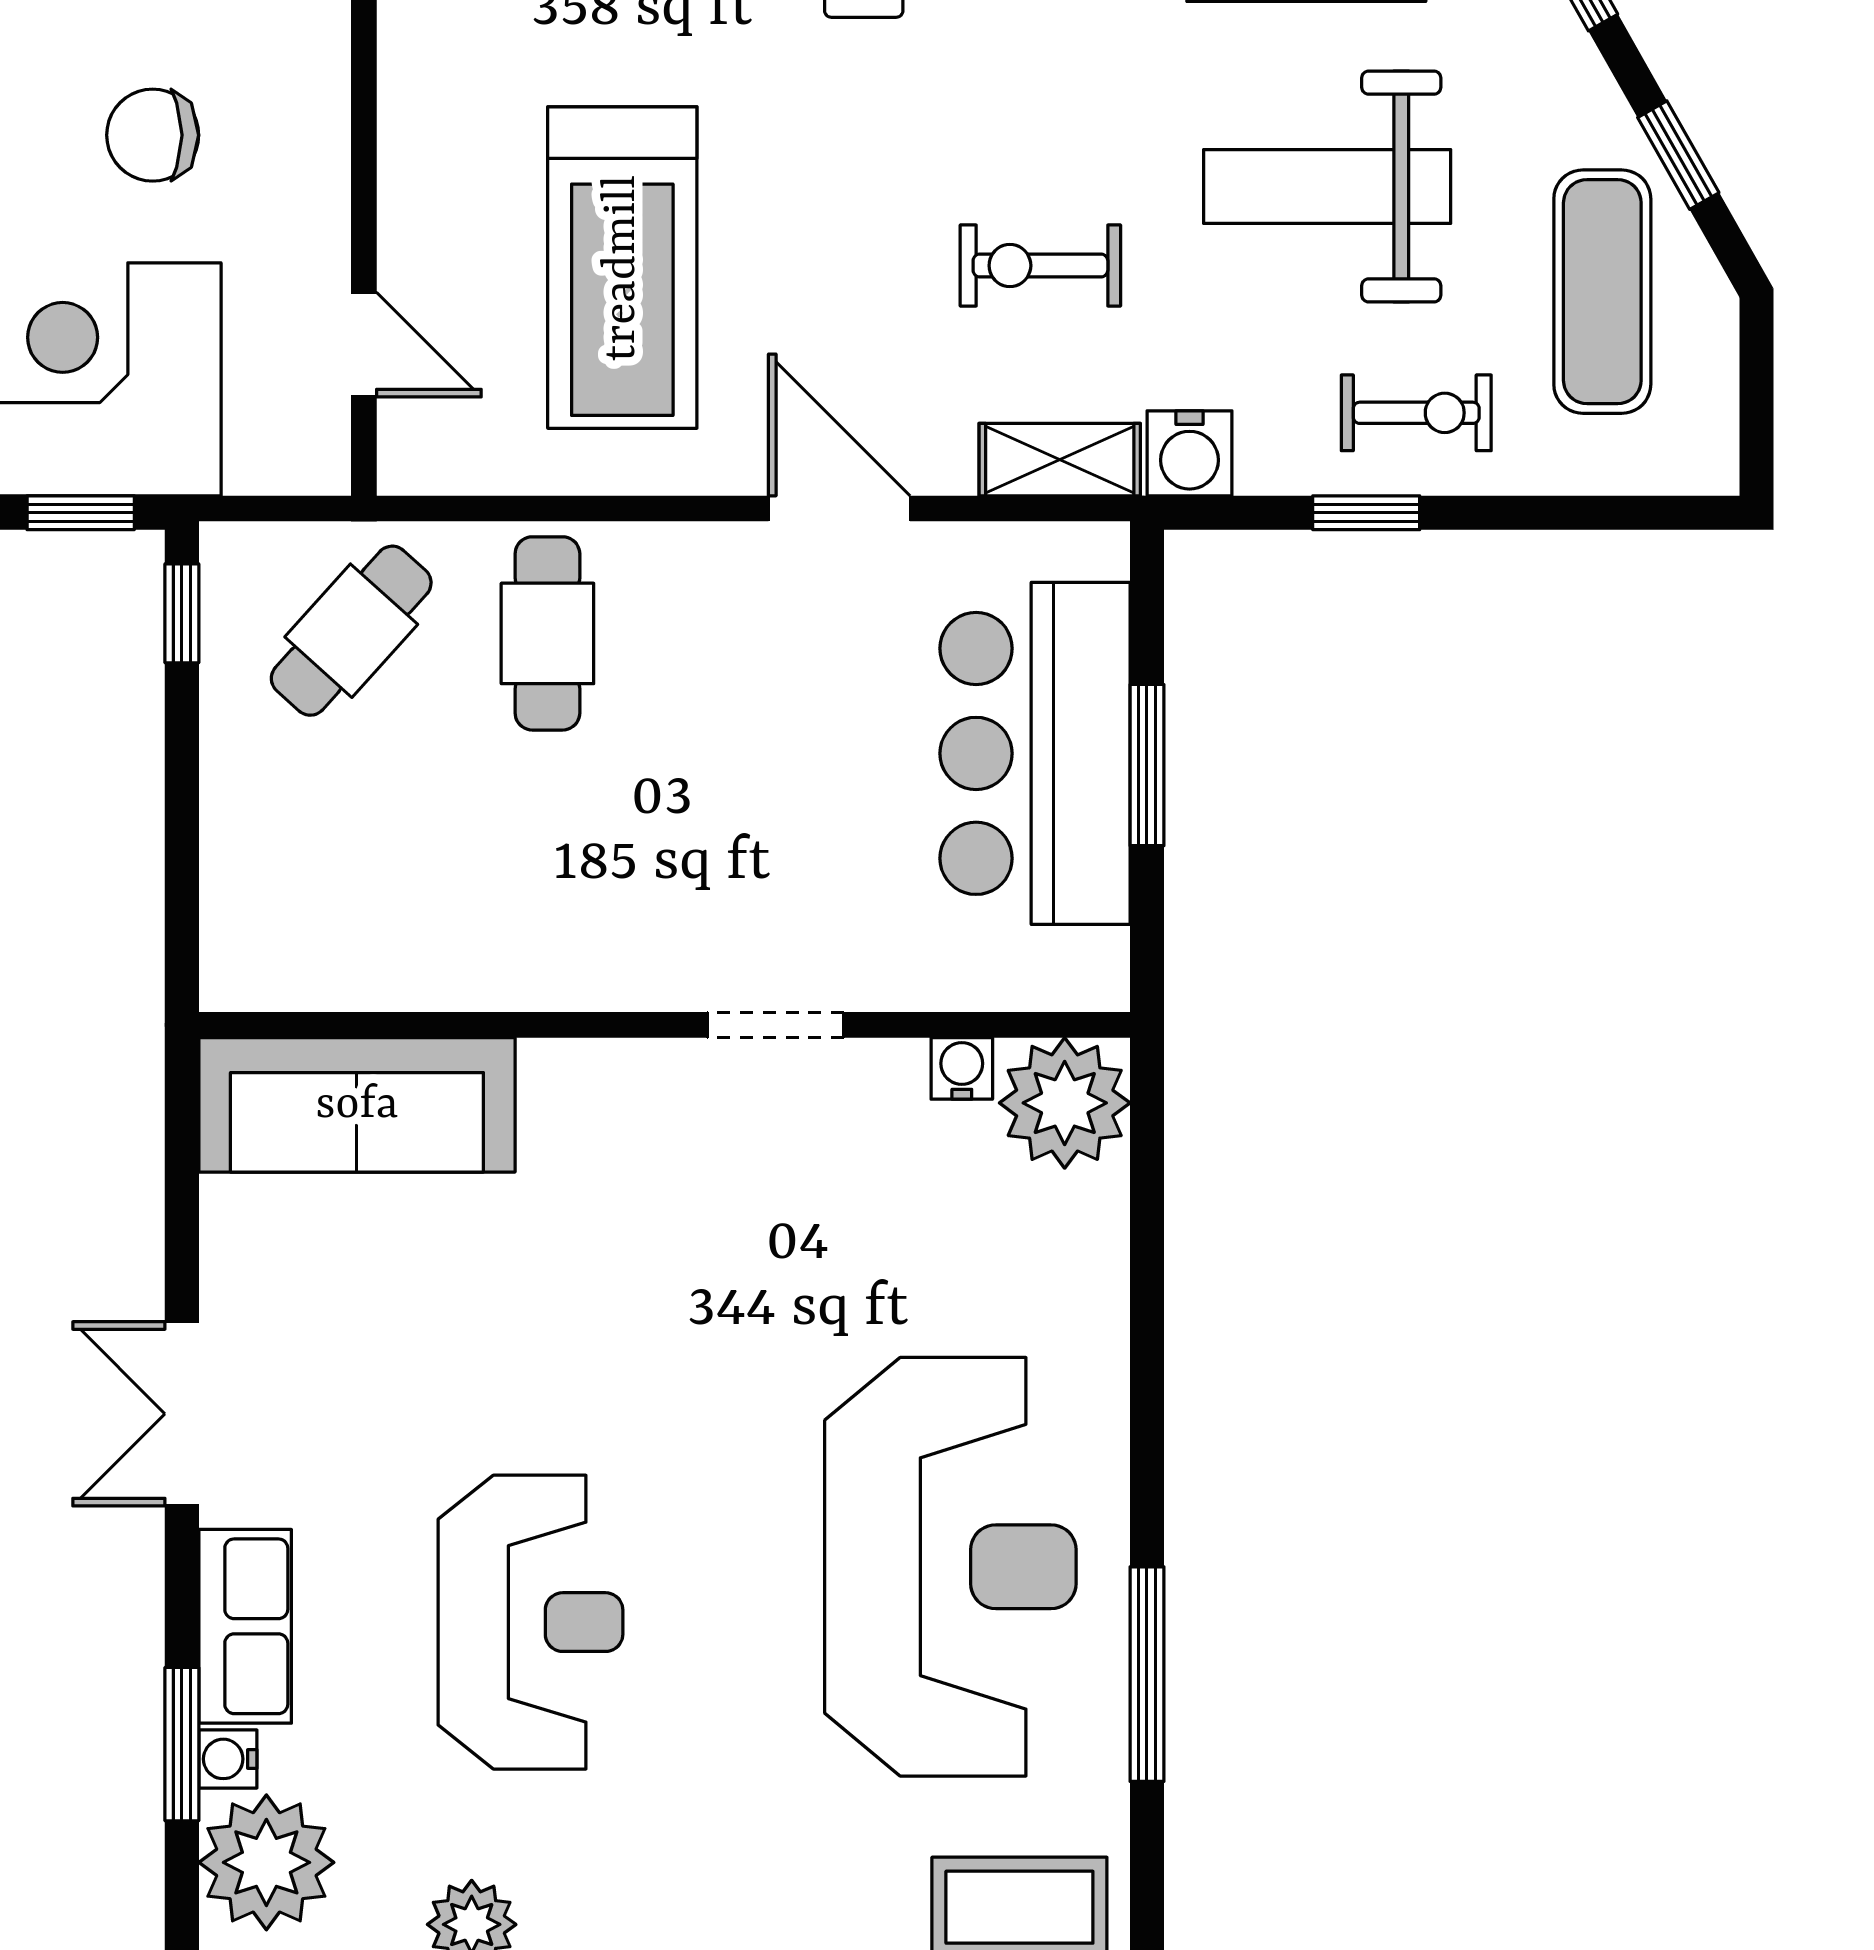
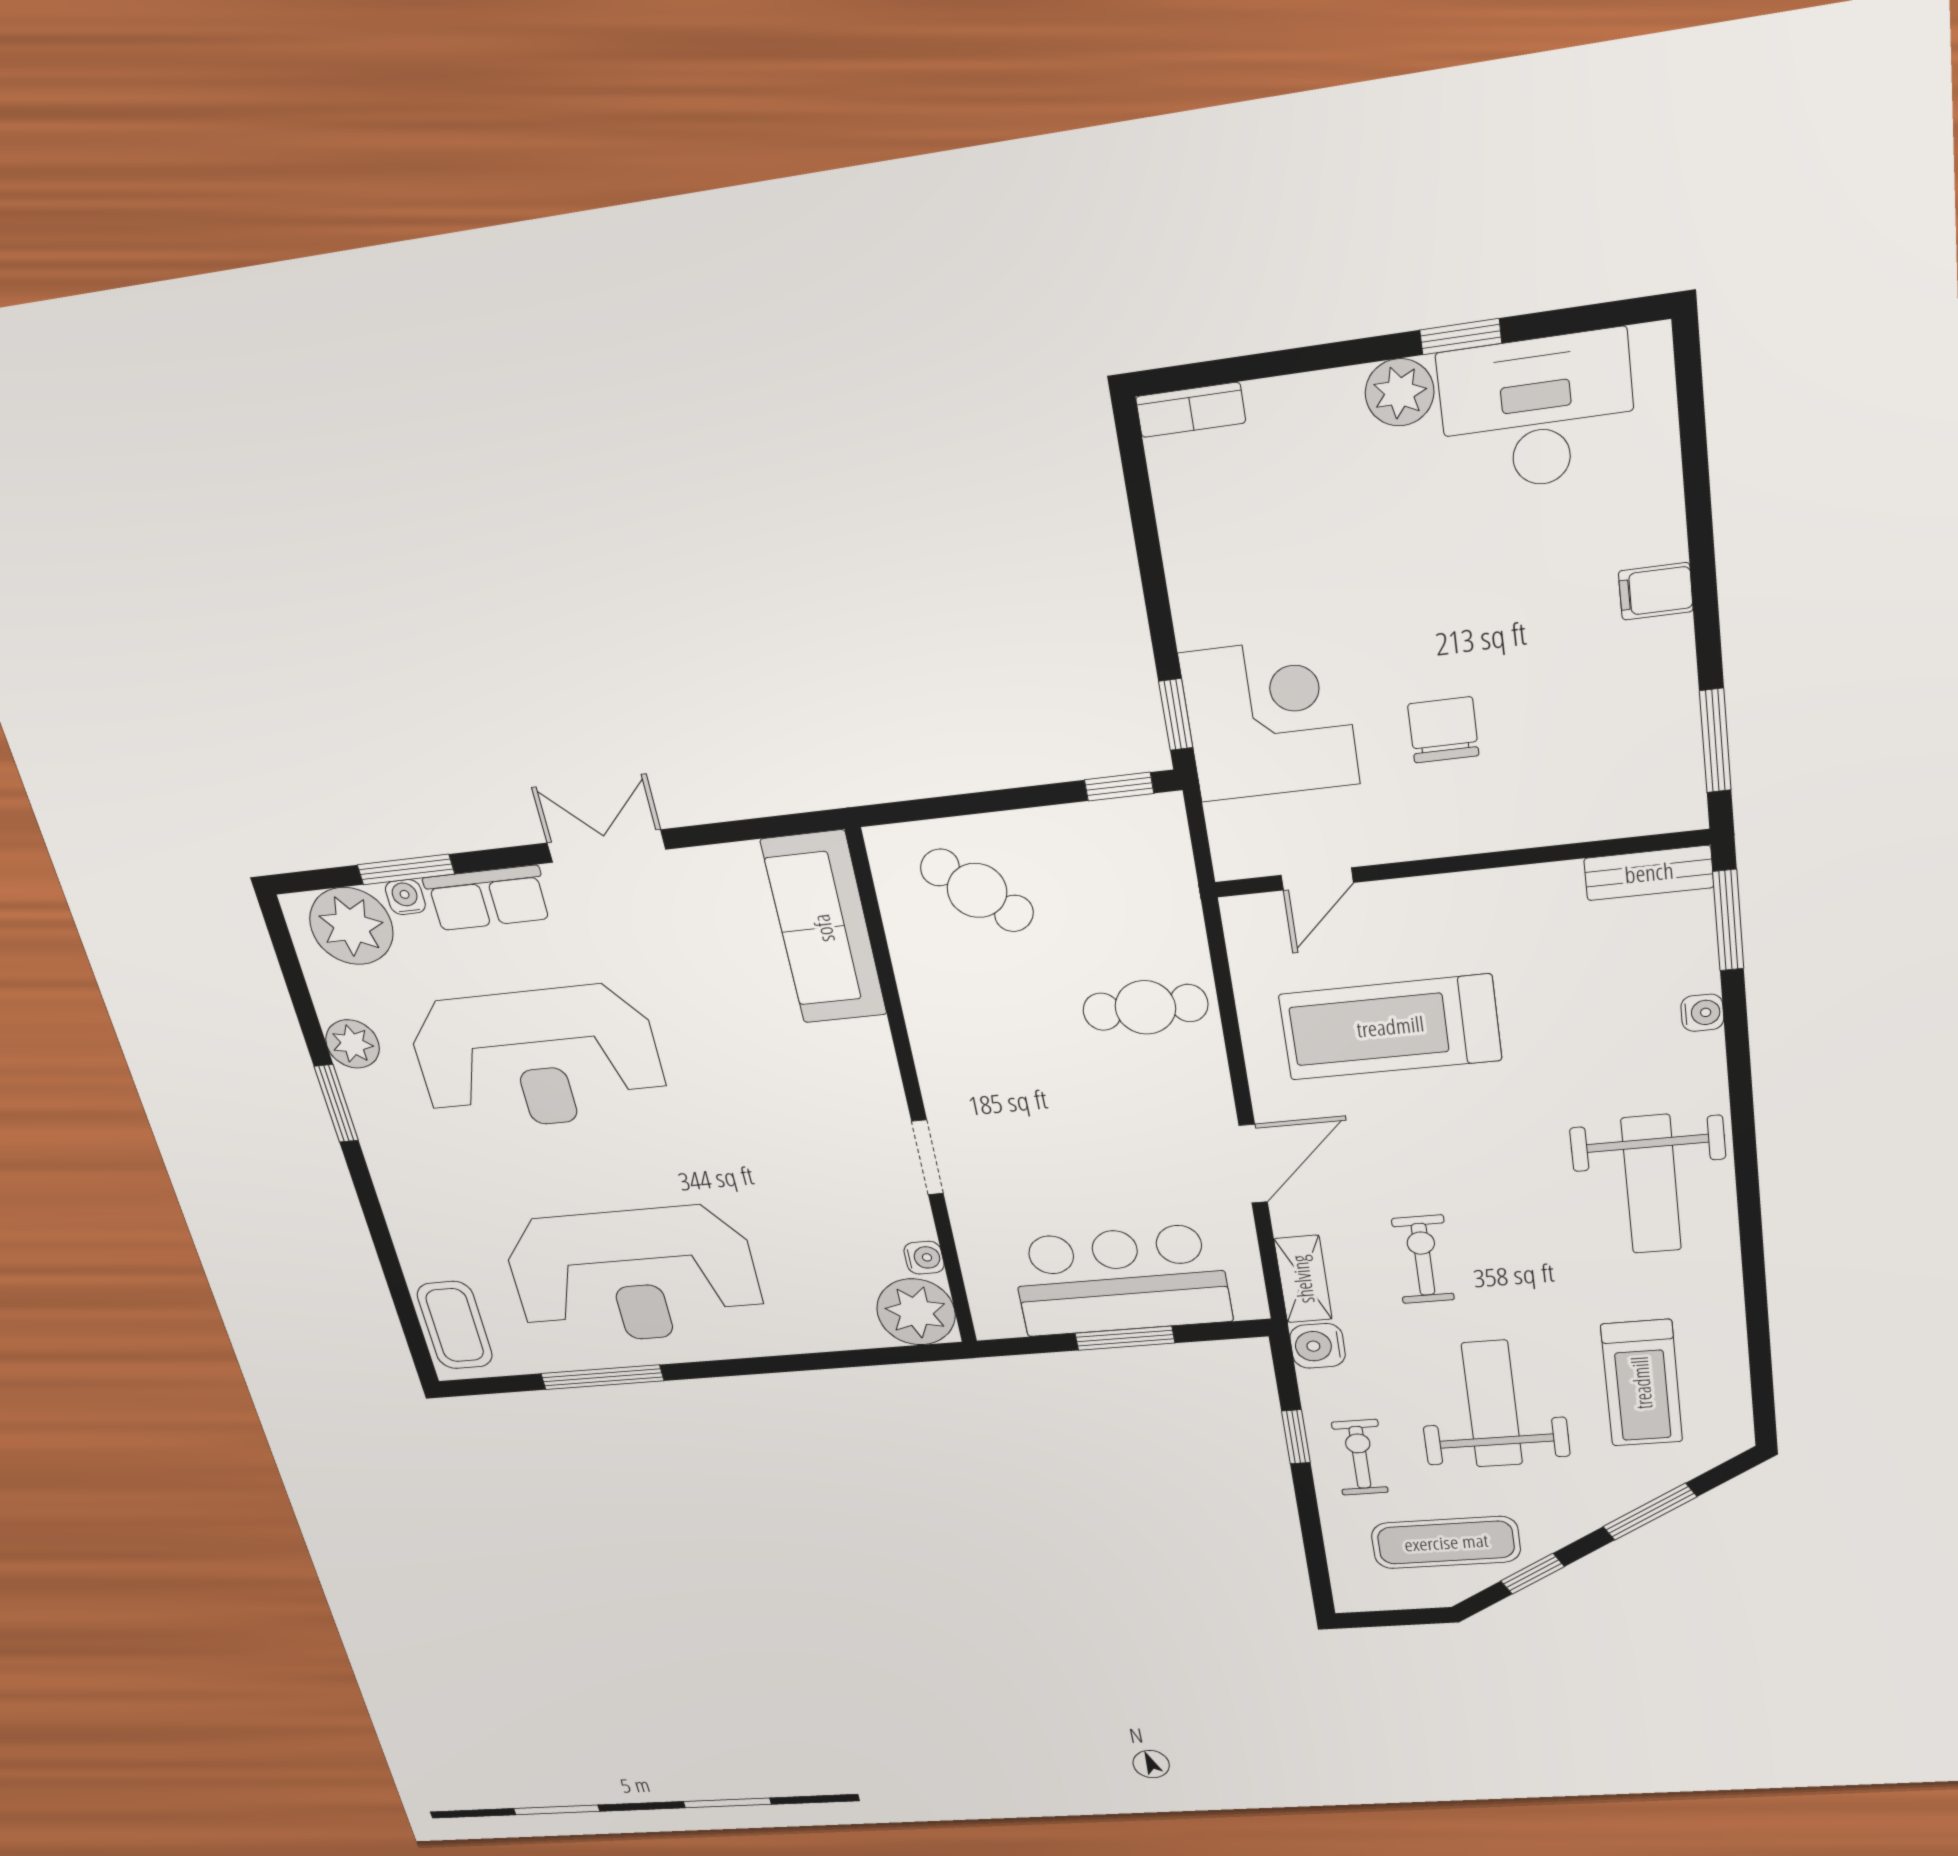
exercise bike: (1416, 413) -> (1360, 1457), turned 180
cafe table: (351, 631) -> (977, 890), moved
reception desk: (530, 1622) -> (538, 1058), width x1.36, depth x1.30

